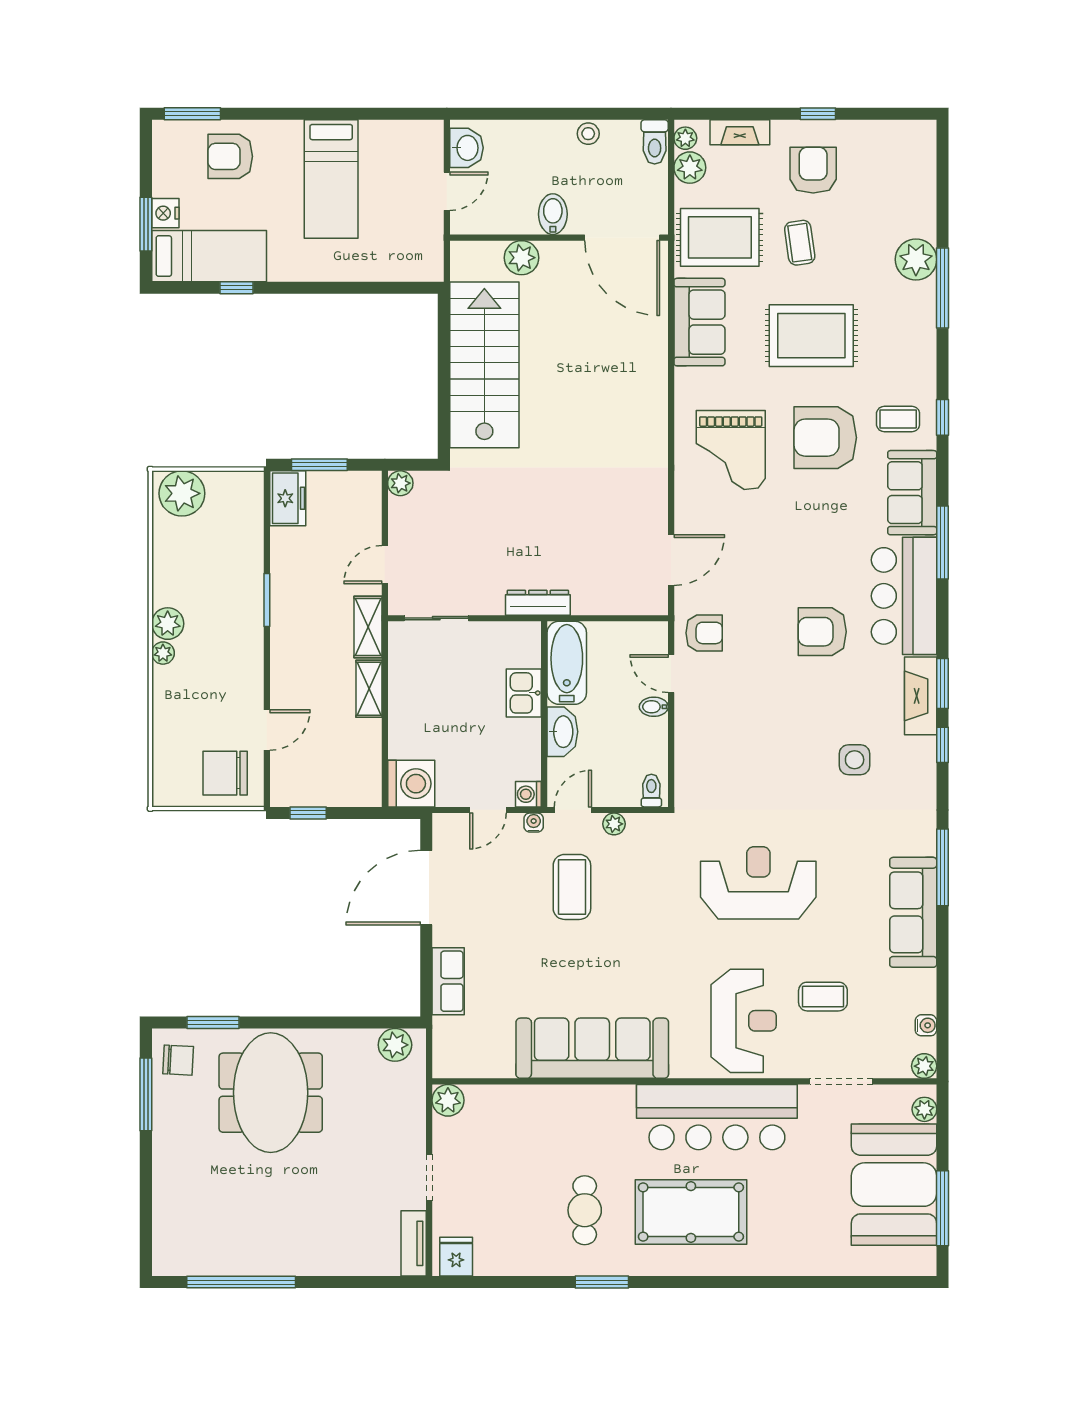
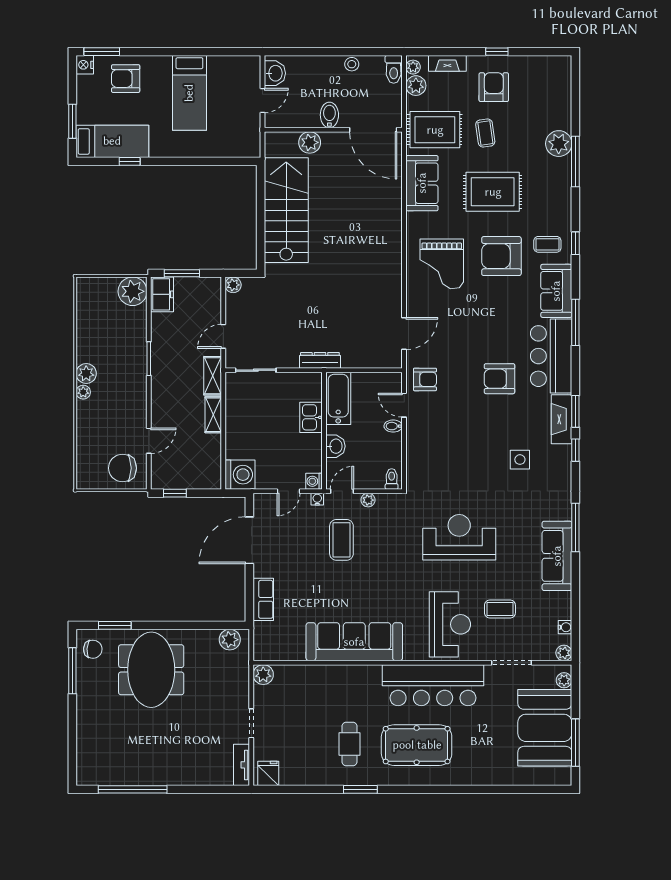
nightstand: (165, 213) -> (85, 65), moved
plant: (182, 493) -> (133, 291), moved
washbasin: (562, 732) -> (335, 446), width x0.72

